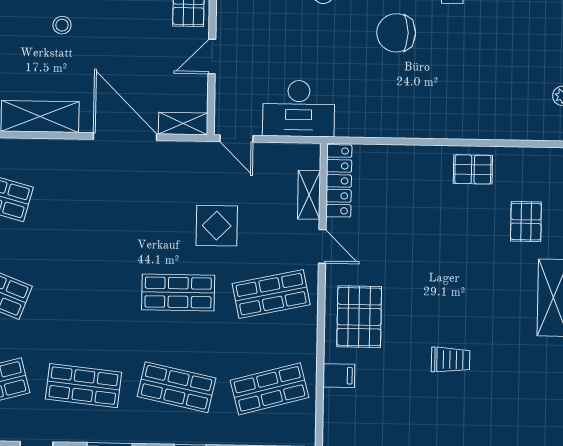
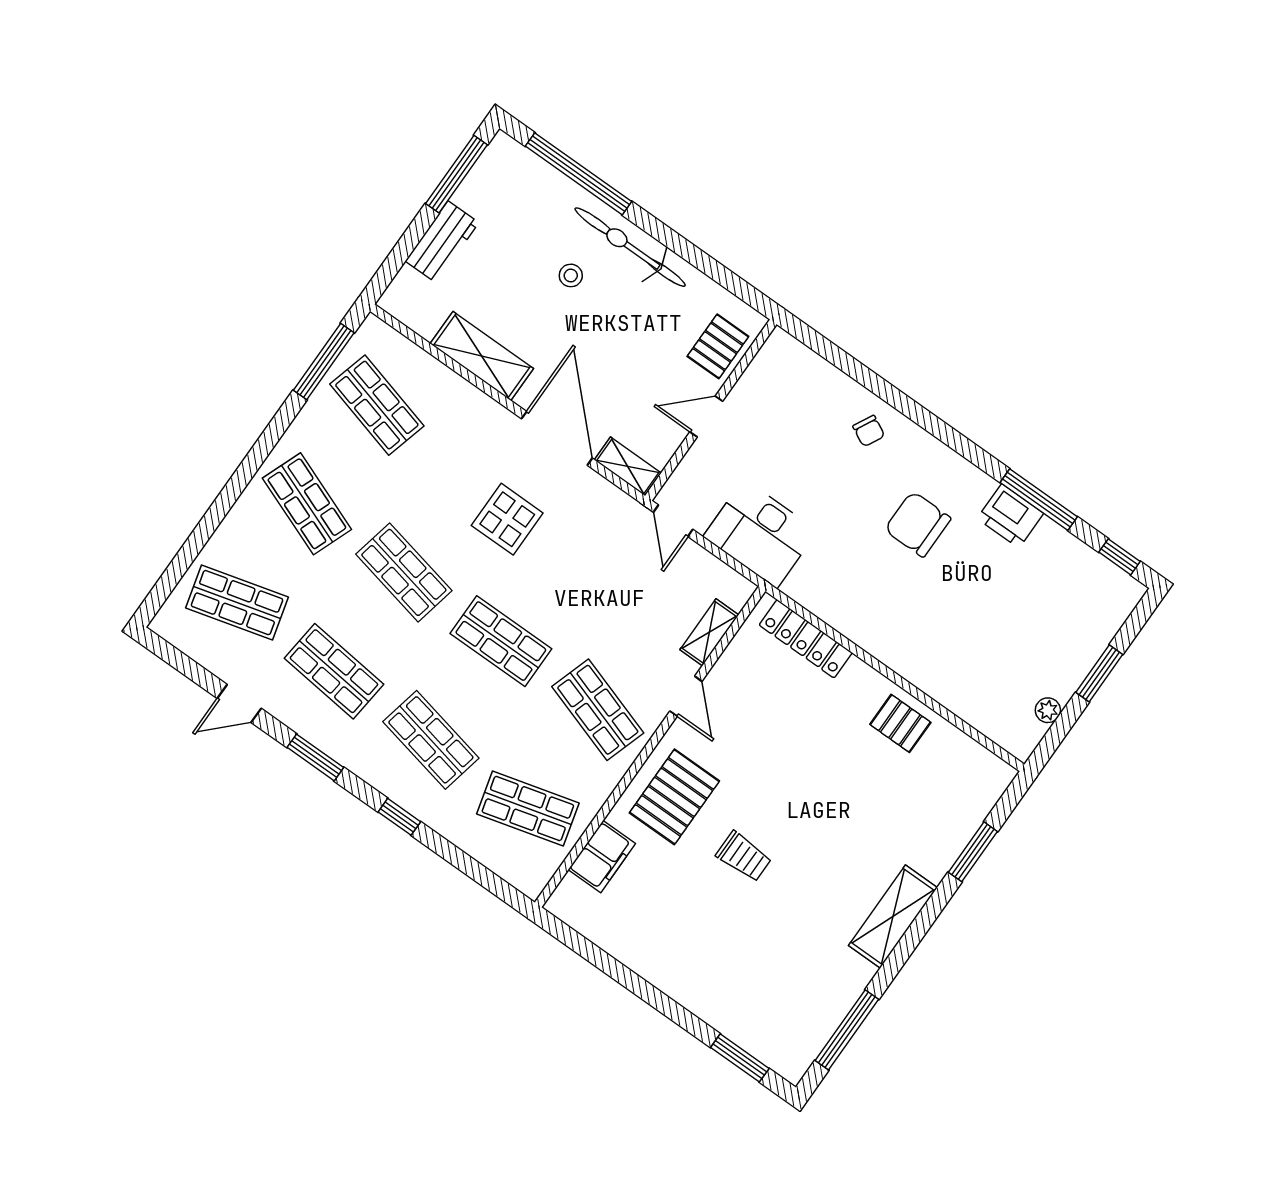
locker: (339, 181) -> (806, 639), moved, turned 90
pallet: (526, 222) -> (919, 817), removed
display table: (217, 226) -> (507, 519), moved
shop shelf: (85, 291) -> (404, 572), added
shop shelf: (271, 294) -> (598, 710), turned 30
trolley: (451, 360) -> (744, 857), moved
filing cabinet: (339, 376) -> (602, 857), width x2.00

